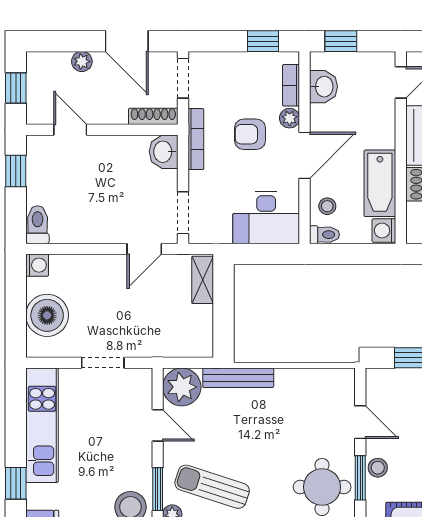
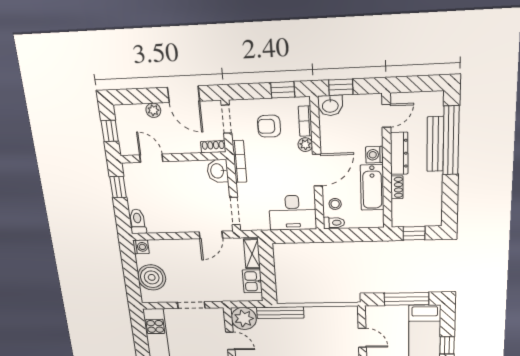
washbasin: (323, 87) -> (330, 105), moved, turned 90
shoe rack: (153, 116) -> (213, 147), width x0.70
armchair: (250, 134) -> (269, 126), moved
washing machine: (384, 231) -> (374, 155), moved
kitchen sink: (200, 325) -> (252, 281), added

